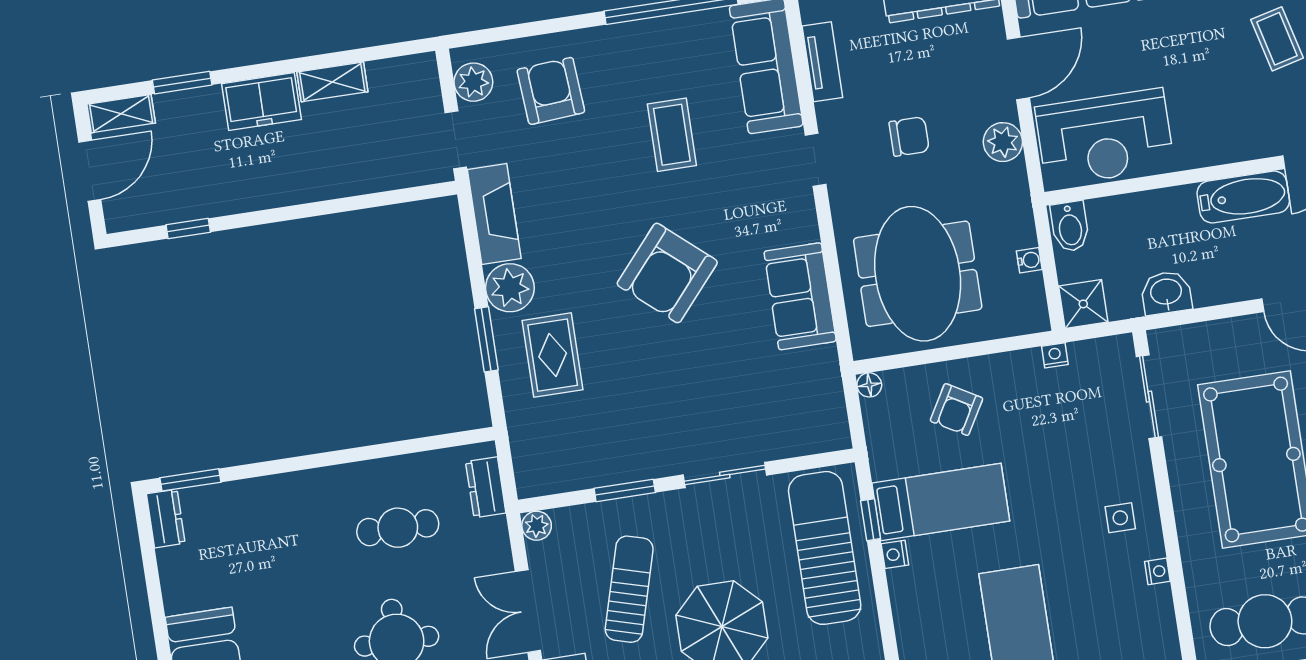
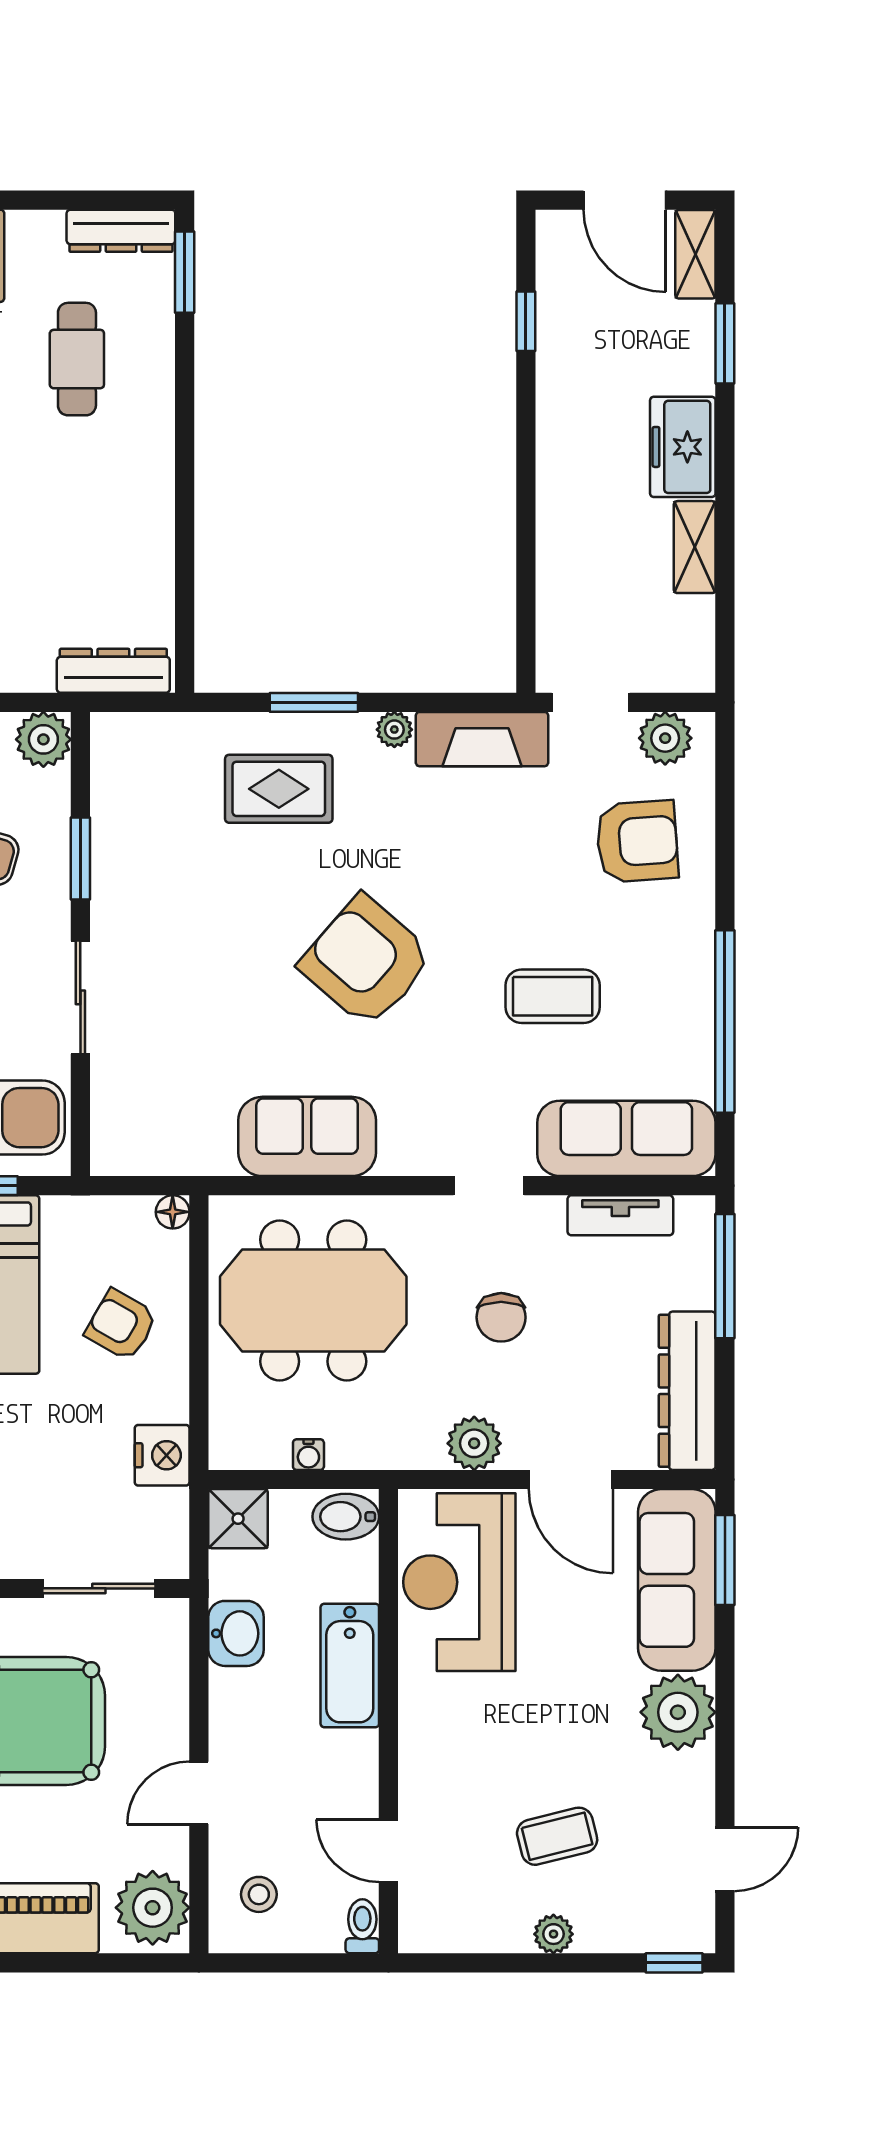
bathtub: (1243, 197) -> (350, 1665), moved
plant: (510, 288) -> (394, 730), width x0.53, depth x0.53
nightstand: (1055, 355) -> (162, 1455), width x1.89, depth x1.79
dresser: (486, 487) -> (113, 671), width x1.44
dresser: (166, 519) -> (121, 231), width x1.44
plant: (537, 526) -> (43, 739), width x1.38, depth x1.38
cafe table: (398, 528) -> (77, 359), moved

